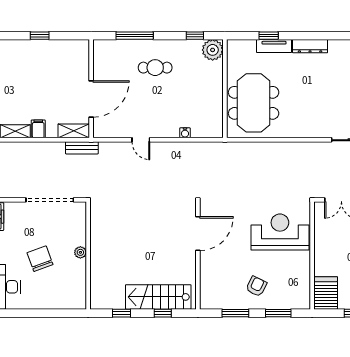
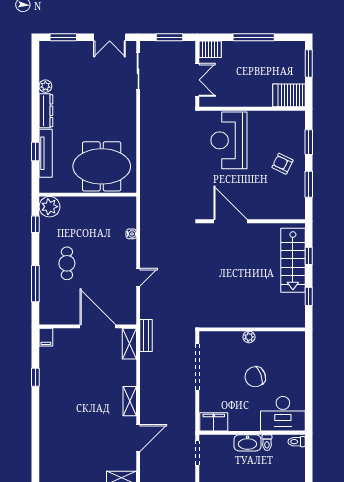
tv unit: (274, 46) -> (46, 153), width x1.41
plant: (335, 46) -> (45, 86), added
filing cabinet: (38, 129) -> (46, 337), moved, turned -90

